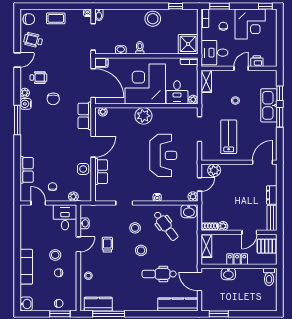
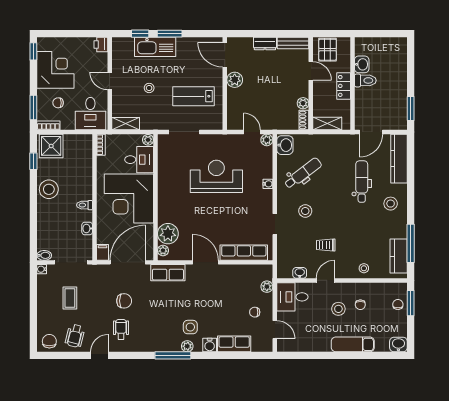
coffee table: (56, 18) -> (70, 298), moved
shower: (188, 44) -> (51, 146), moved
door: (17, 60) -> (99, 355), hinge flipped
printer: (257, 61) -> (101, 44), moved
plant: (25, 93) -> (187, 346), moved
chair: (53, 99) -> (124, 301), moved
water cooler: (26, 104) -> (210, 345), moved
plant: (143, 116) -> (168, 234), moved
side table: (83, 169) -> (190, 327), moved
plant: (214, 170) -> (235, 80), moved
row of seats: (101, 172) -> (244, 253), width x1.48
door: (38, 203) -> (275, 330), swing flipped
door: (78, 244) -> (325, 280), hinge flipped
stool: (141, 250) -> (391, 204), moved
dental chair: (159, 274) -> (362, 181), turned 180
washbasin: (228, 274) -> (362, 64), moved
toilet: (269, 277) -> (365, 80), moved

